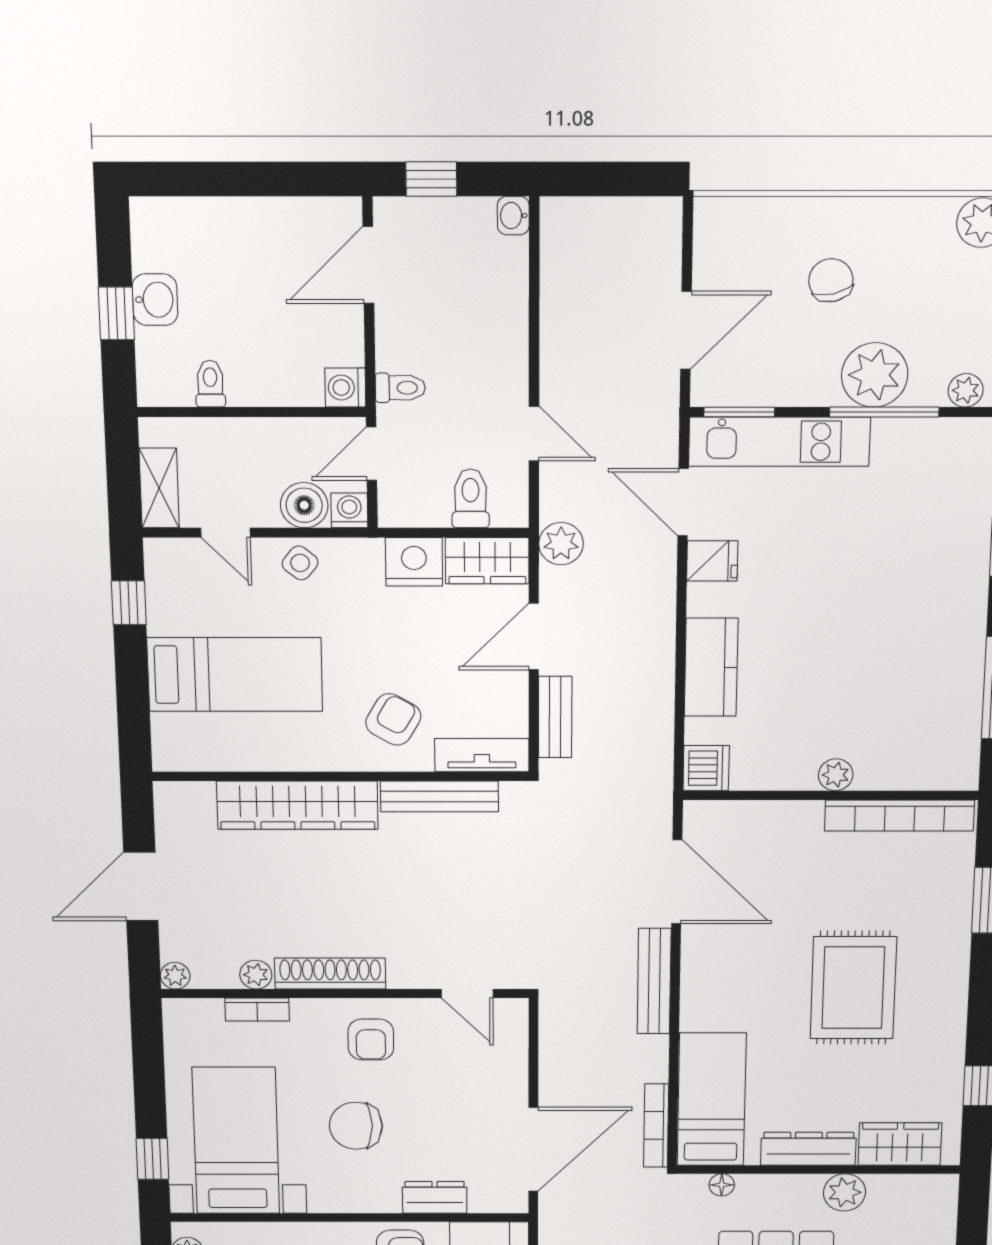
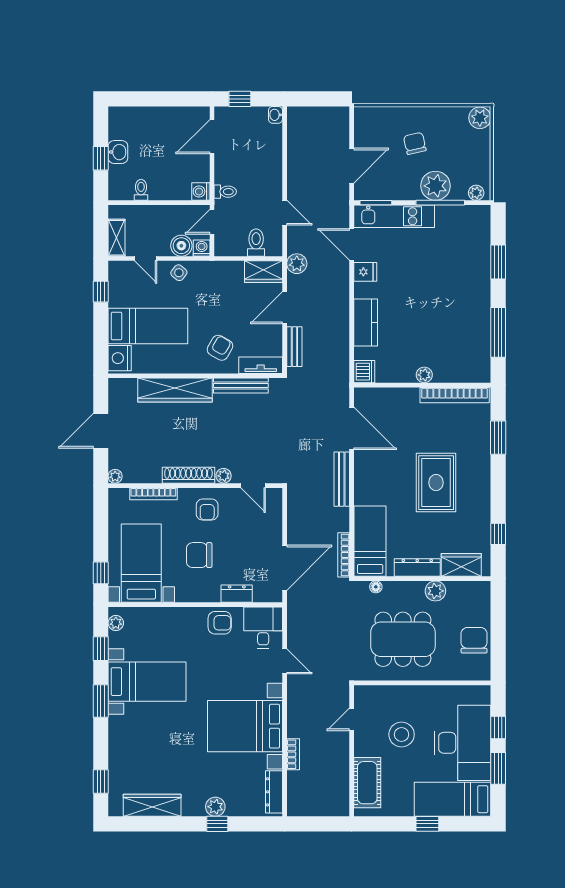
nightstand: (414, 562) -> (120, 358), moved, turned -90
plant: (256, 975) -> (224, 476), moved
bookcase: (257, 1009) -> (153, 494), width x1.56

